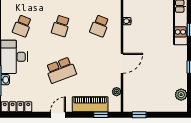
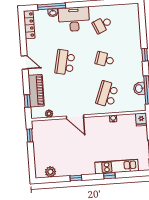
school desk: (22, 26) -> (102, 25), turned -45
school desk: (100, 26) -> (107, 94), width x1.85
school desk: (61, 70) -> (65, 62), turned 33

